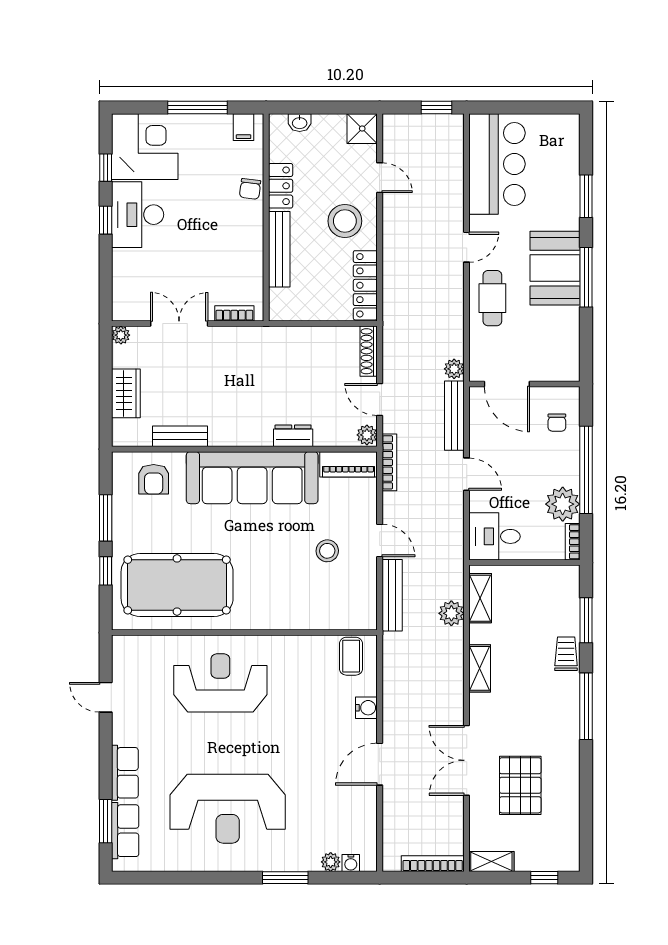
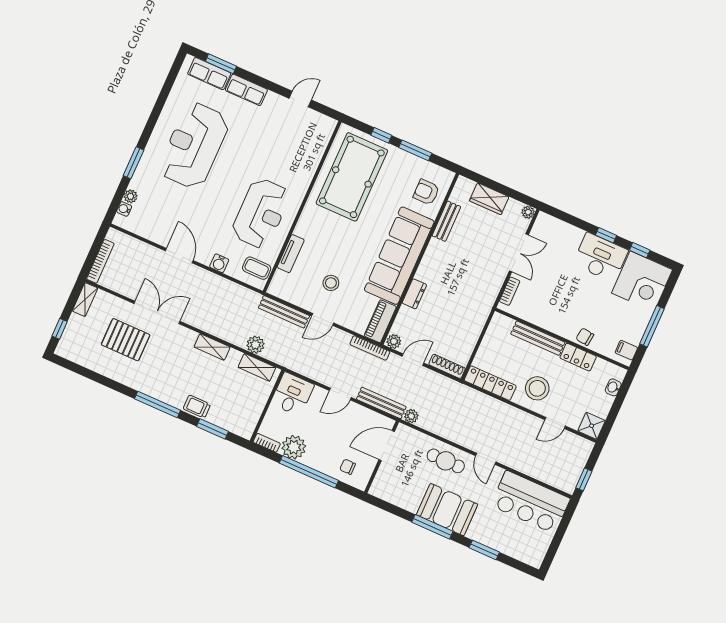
tv unit: (312, 620) -> (291, 254), added
trolley: (566, 654) -> (197, 407), turned 180
reception desk: (220, 683) -> (261, 213), moved

